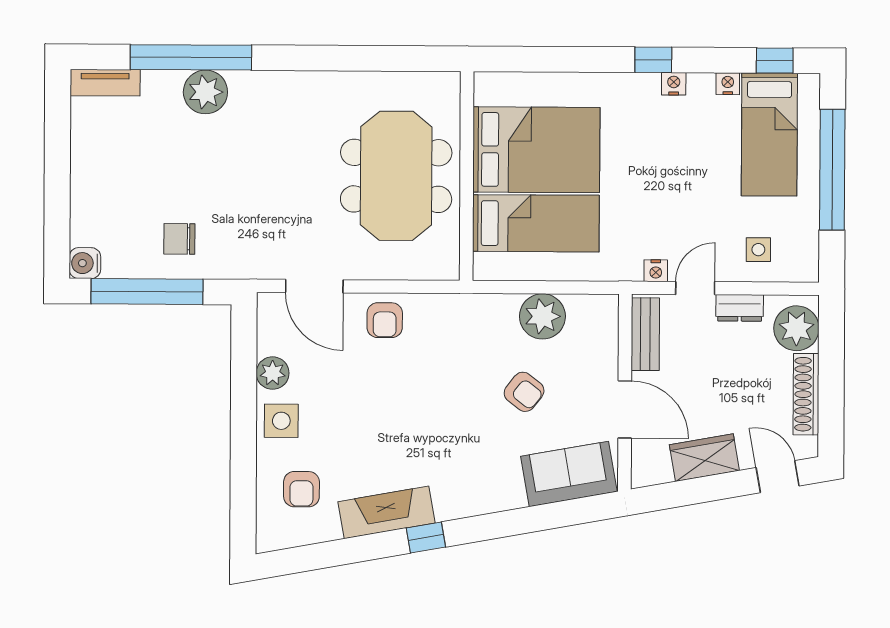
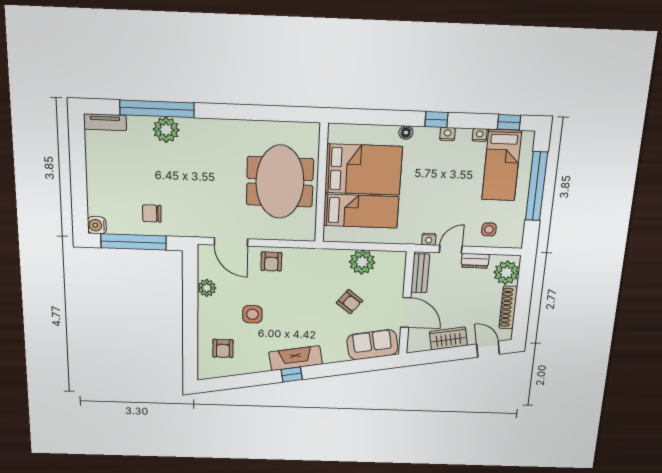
floor lamp: (604, 84) -> (406, 133), added
side table: (281, 421) -> (252, 314), moved
fireplace: (387, 512) -> (296, 358), moved

